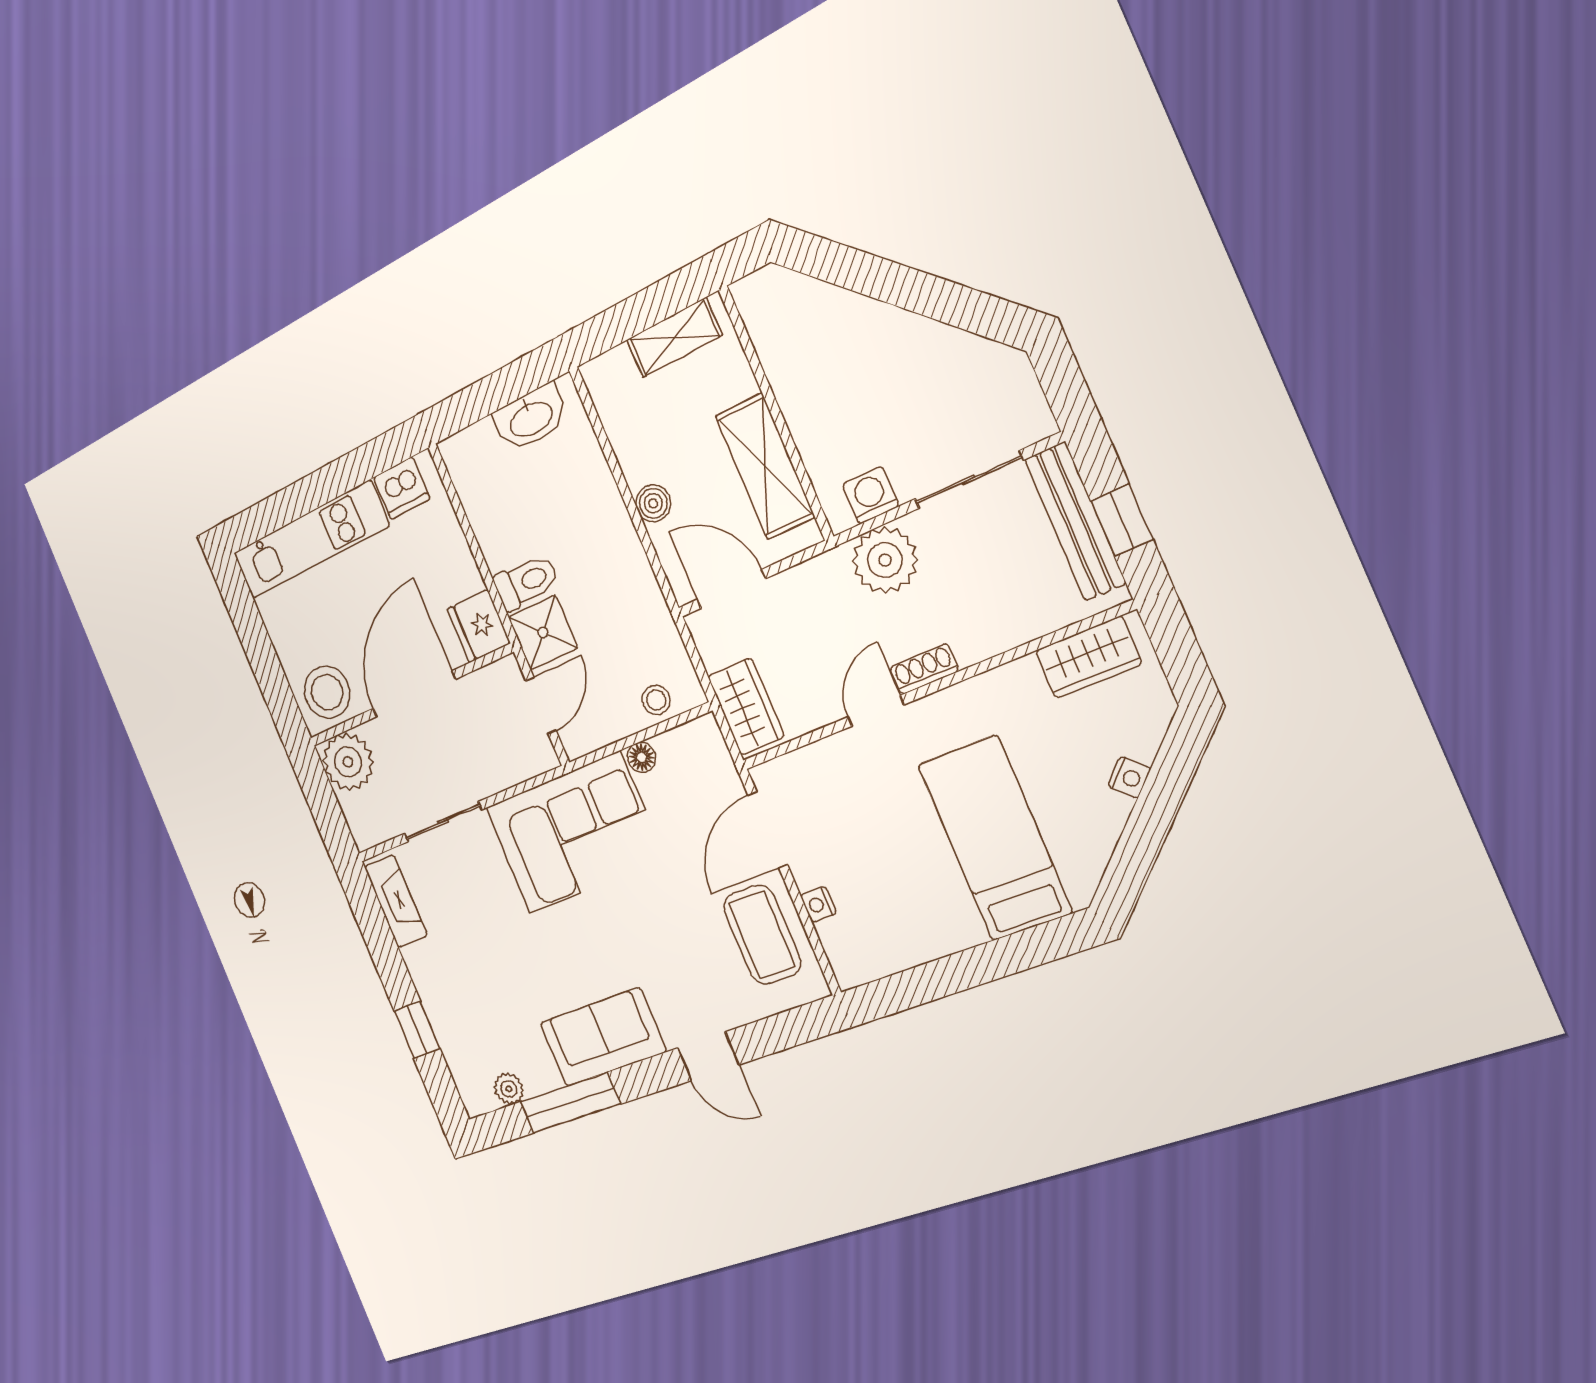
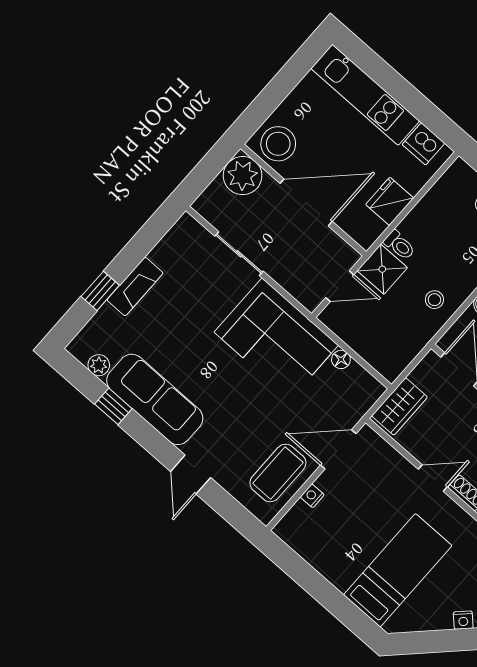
toilet: (526, 582) -> (399, 245), width x0.73, depth x0.72
fridge: (479, 626) -> (390, 201), moved
stool: (656, 700) -> (434, 300), moved
fireplace: (396, 901) -> (135, 286), moved
sofa: (603, 1037) -> (155, 399), width x1.36
window: (570, 1103) -> (113, 406), width x0.46

